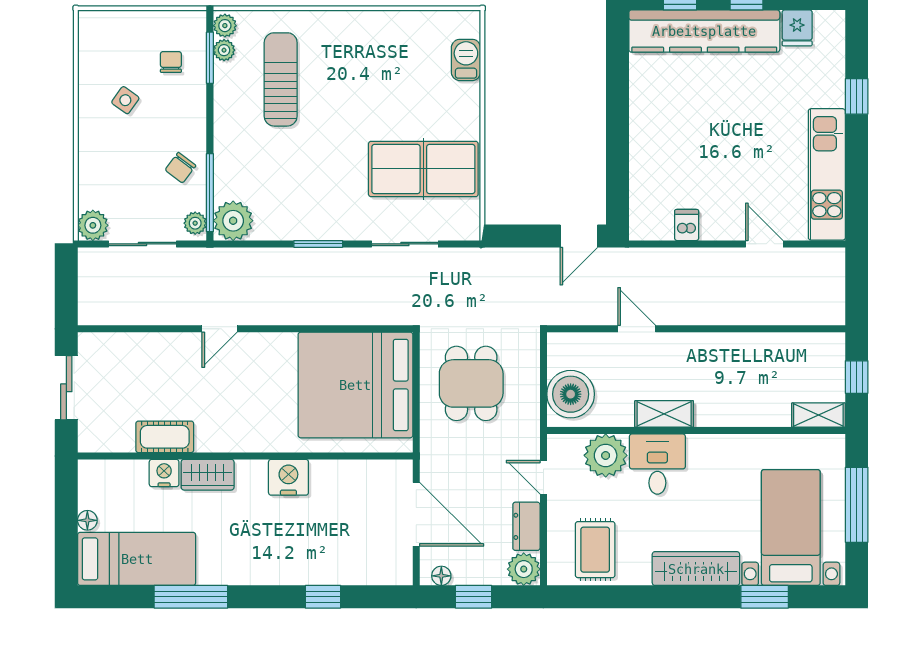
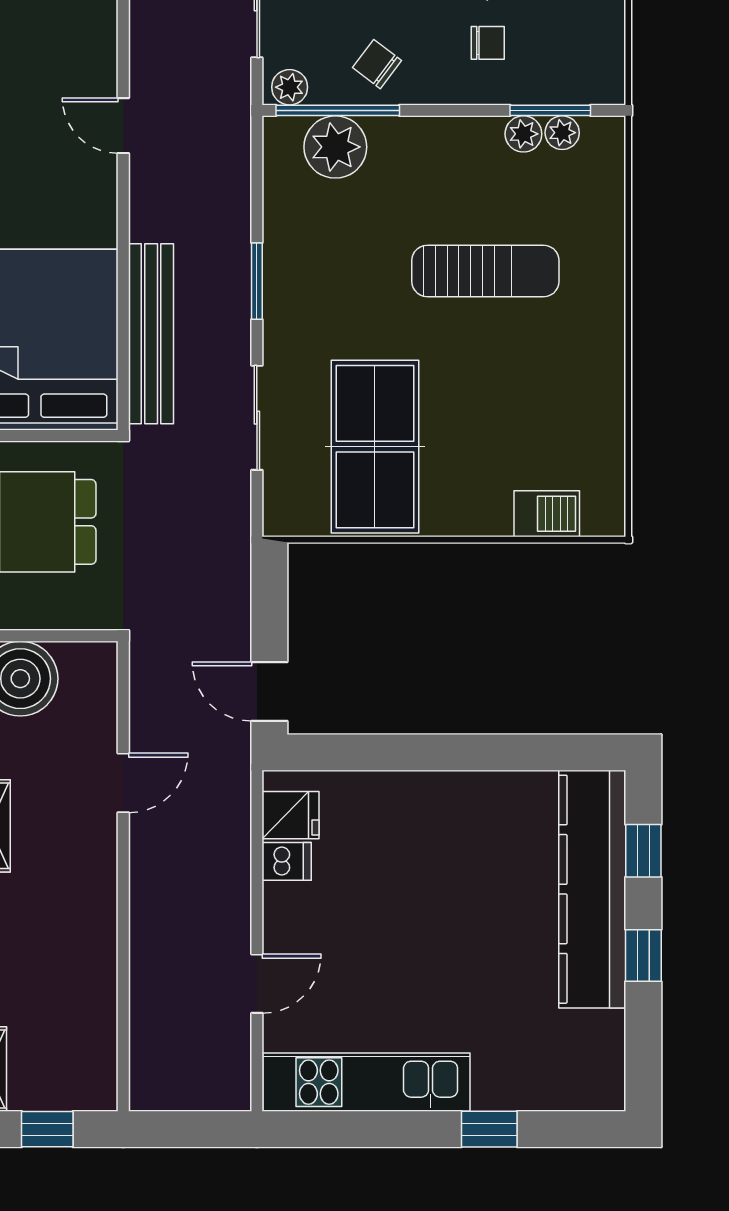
plant: (225, 26) -> (523, 134), moved
fridge: (797, 28) -> (291, 815), moved, turned 180
chair: (171, 62) -> (488, 43), moved
sun lounger: (281, 79) -> (485, 271), moved
plant: (233, 221) -> (335, 147), moved
bench: (352, 311) -> (151, 334), added

